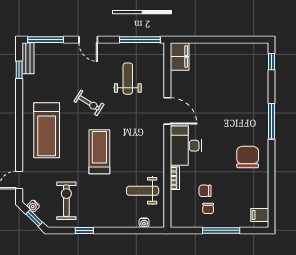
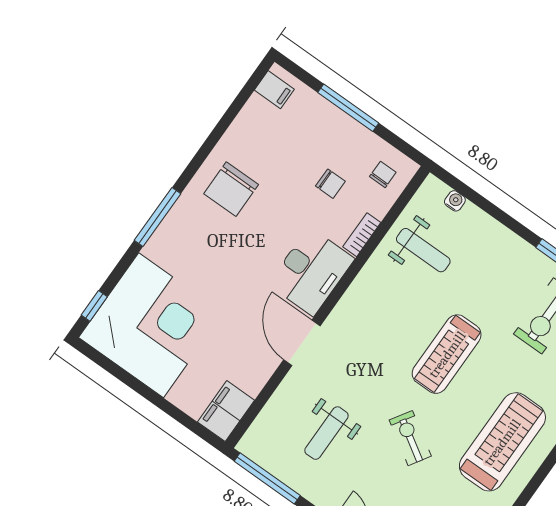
corner desk: (240, 71) -> (151, 325), added
chair: (208, 208) -> (383, 174), moved

